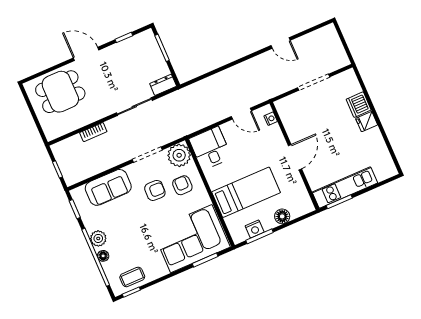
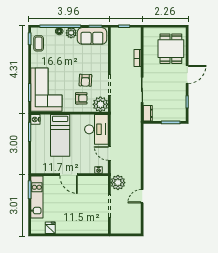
plant: (276, 84) -> (118, 183), added
dishwasher: (359, 105) -> (84, 227), removed
door: (241, 114) -> (109, 153), hinge flipped
fridge: (367, 122) -> (50, 228), moved
desk: (210, 148) -> (96, 129), width x1.37
sofa: (108, 187) -> (92, 36), moved, turned -90
floor lamp: (282, 216) -> (36, 151), removed
nightstand: (255, 229) -> (35, 119), moved

